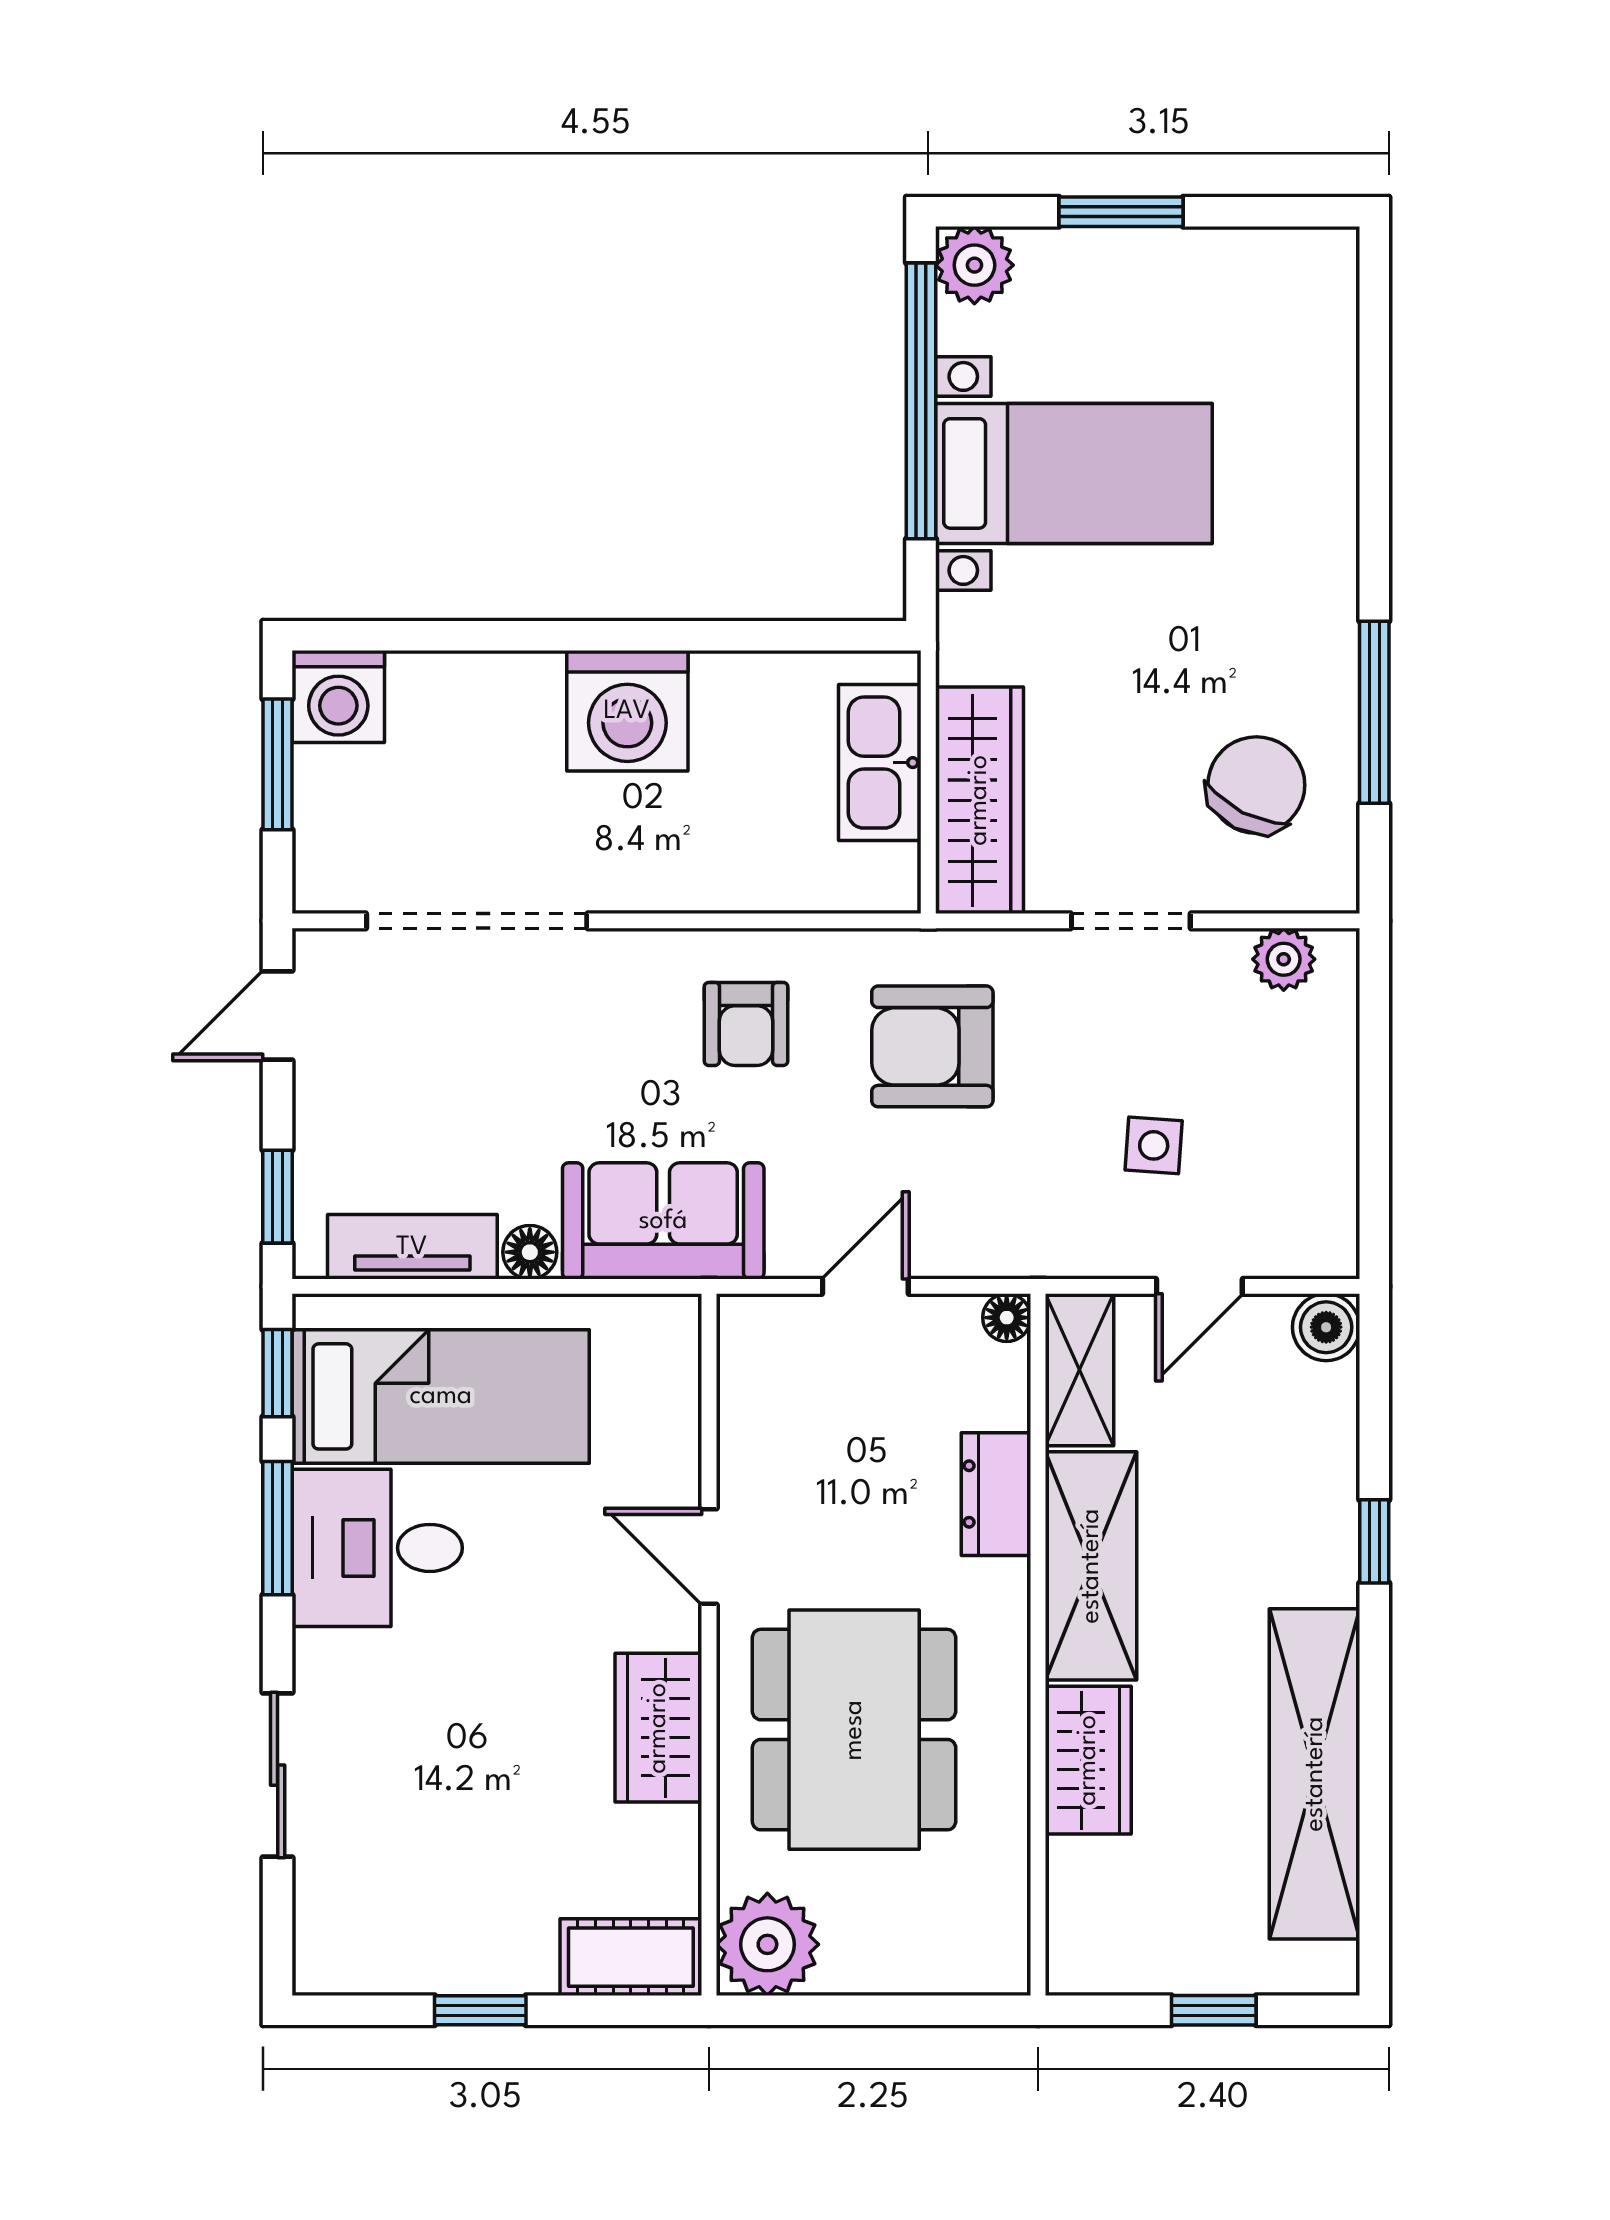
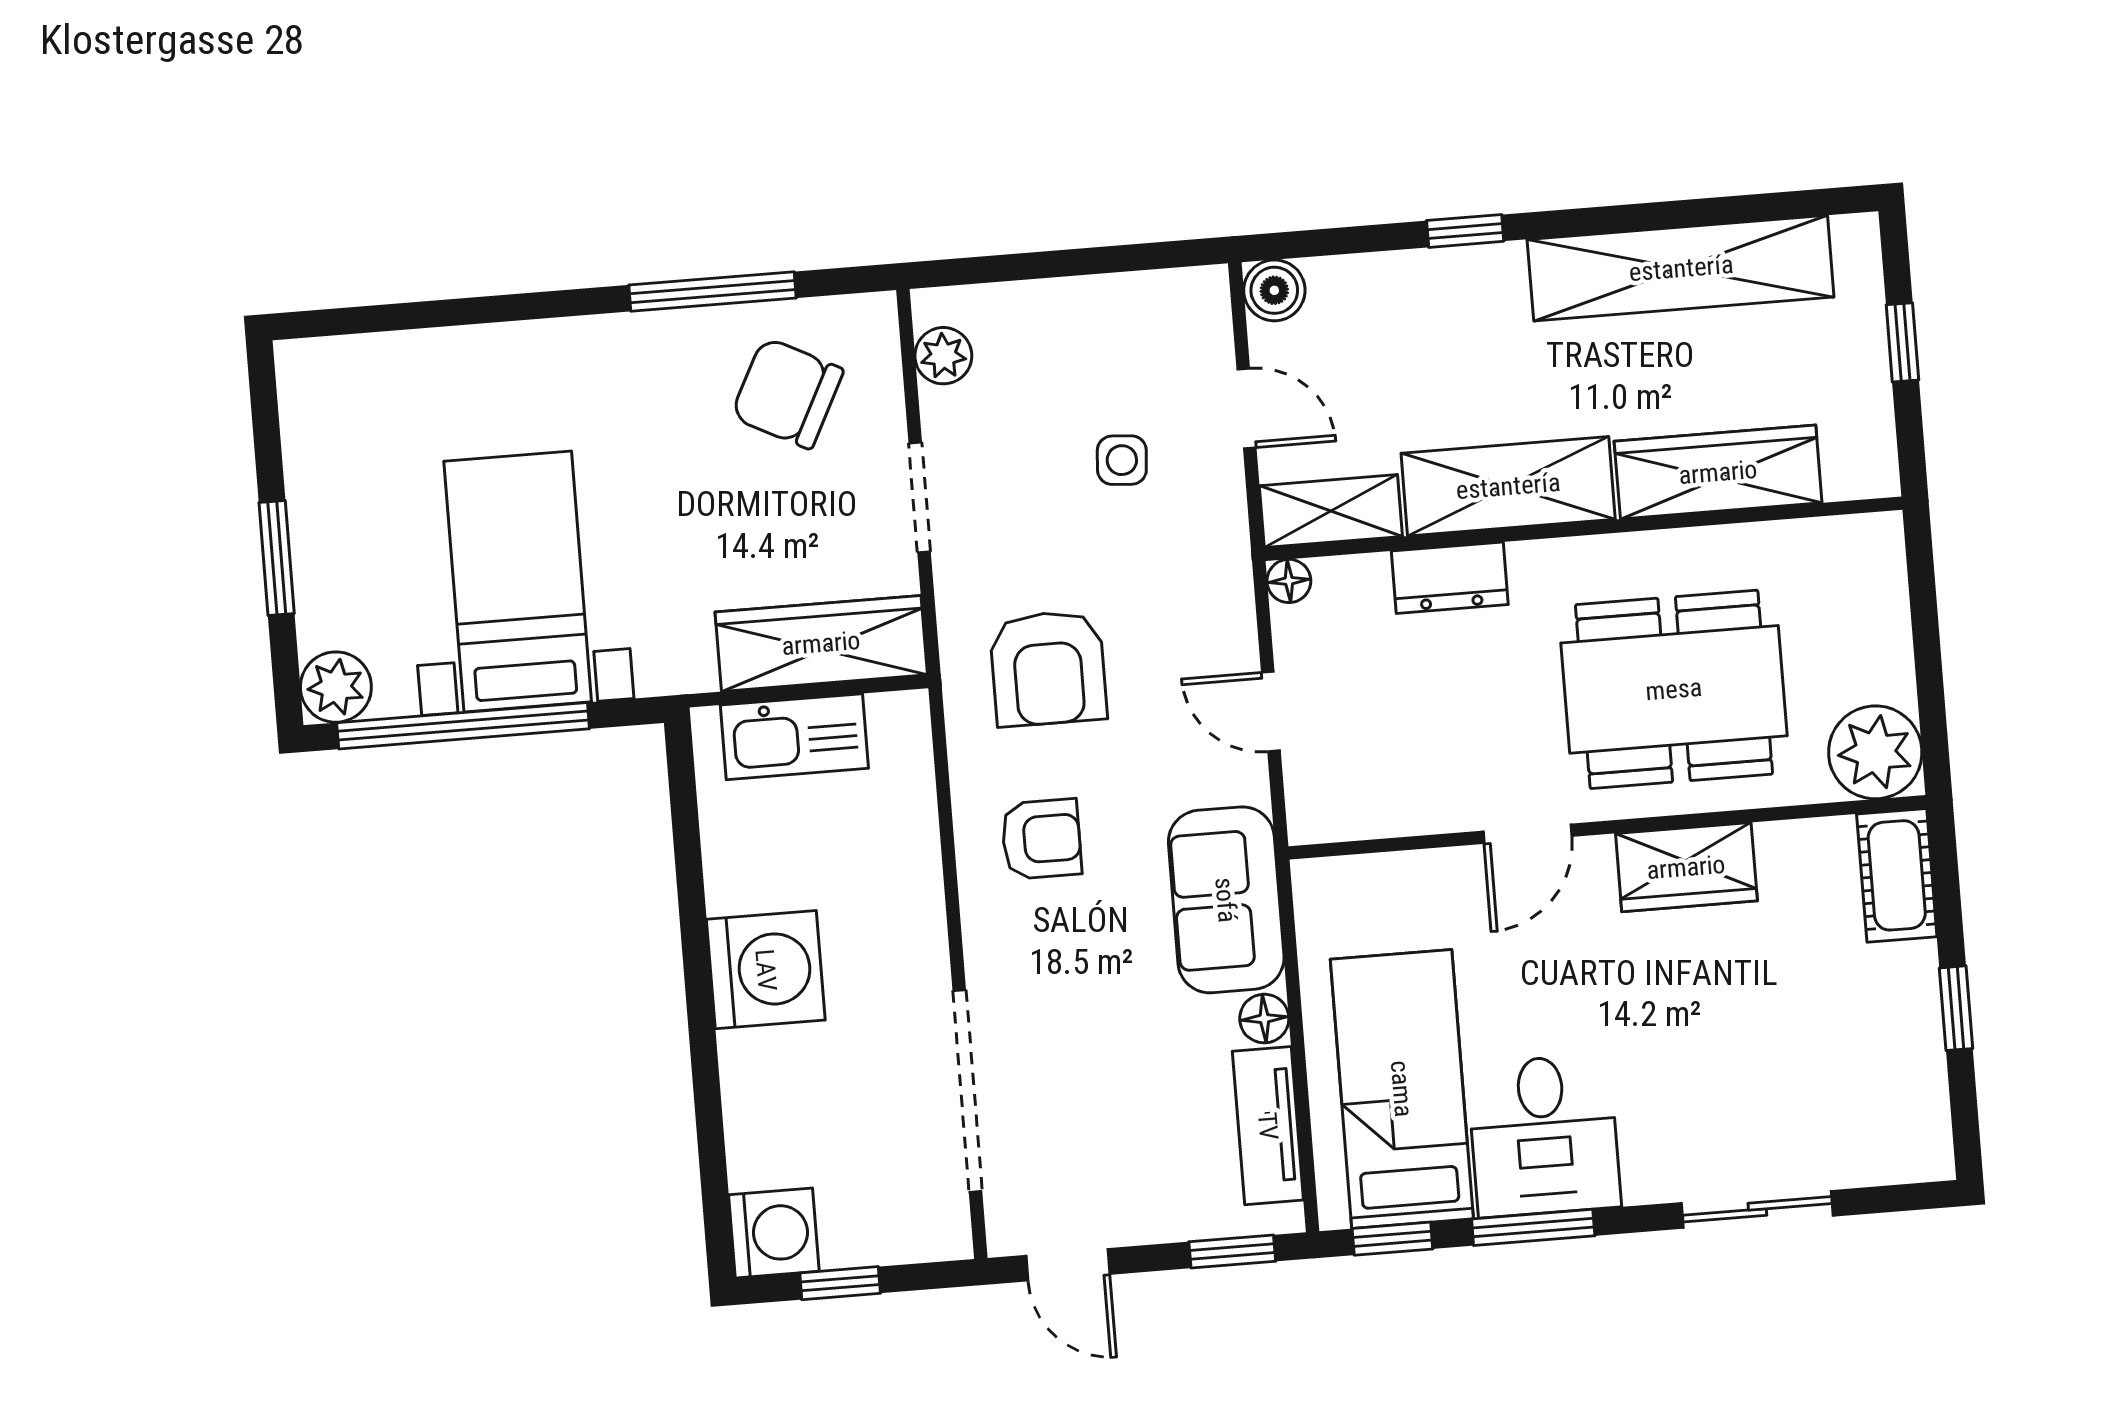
window: (278, 764) -> (840, 1283), width x0.67
wardrobe: (1088, 1760) -> (1718, 472), width x1.50

